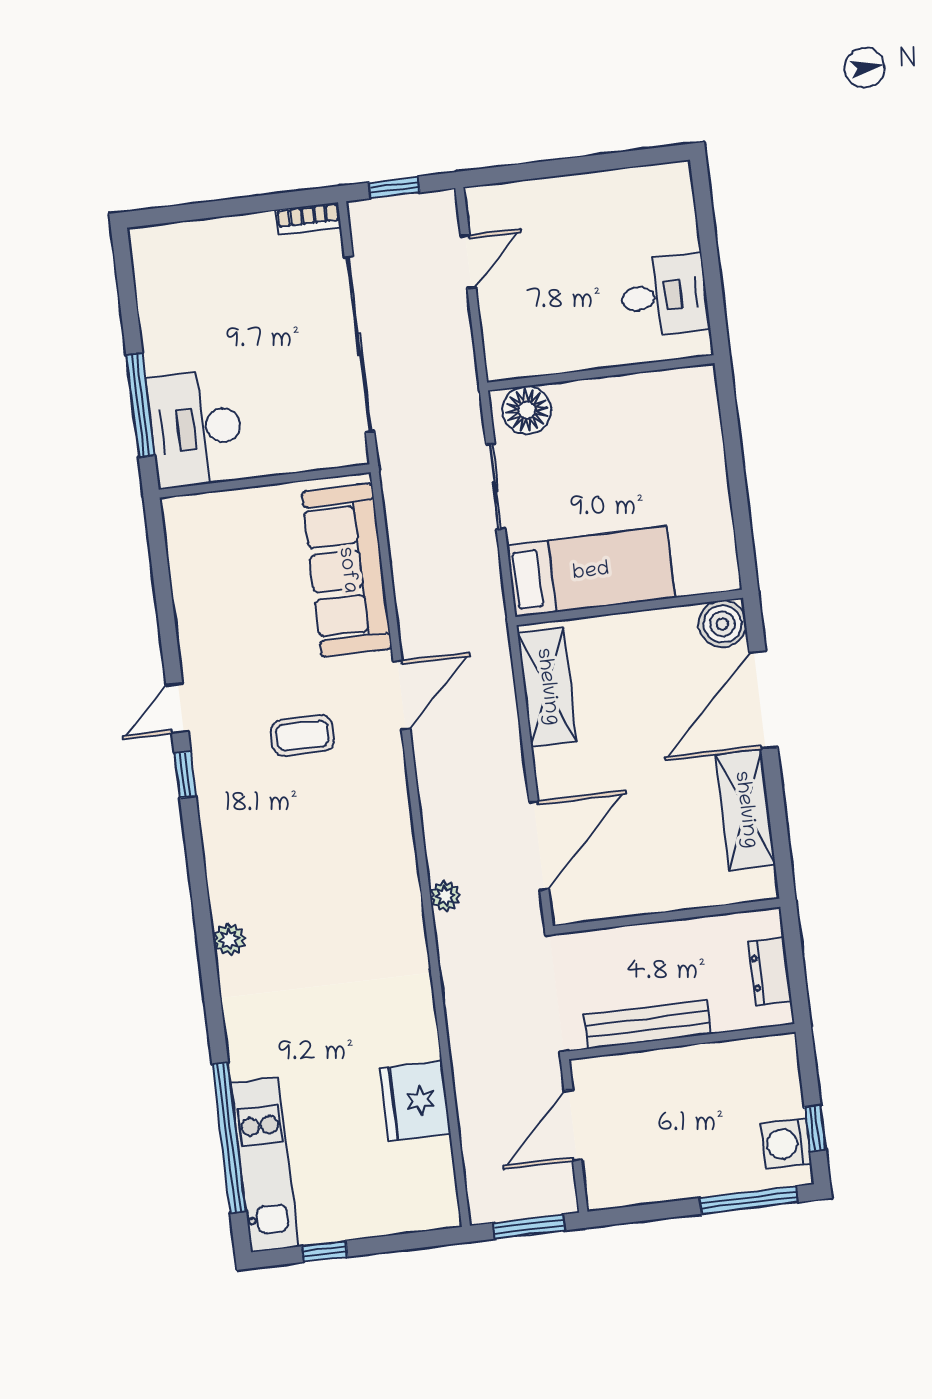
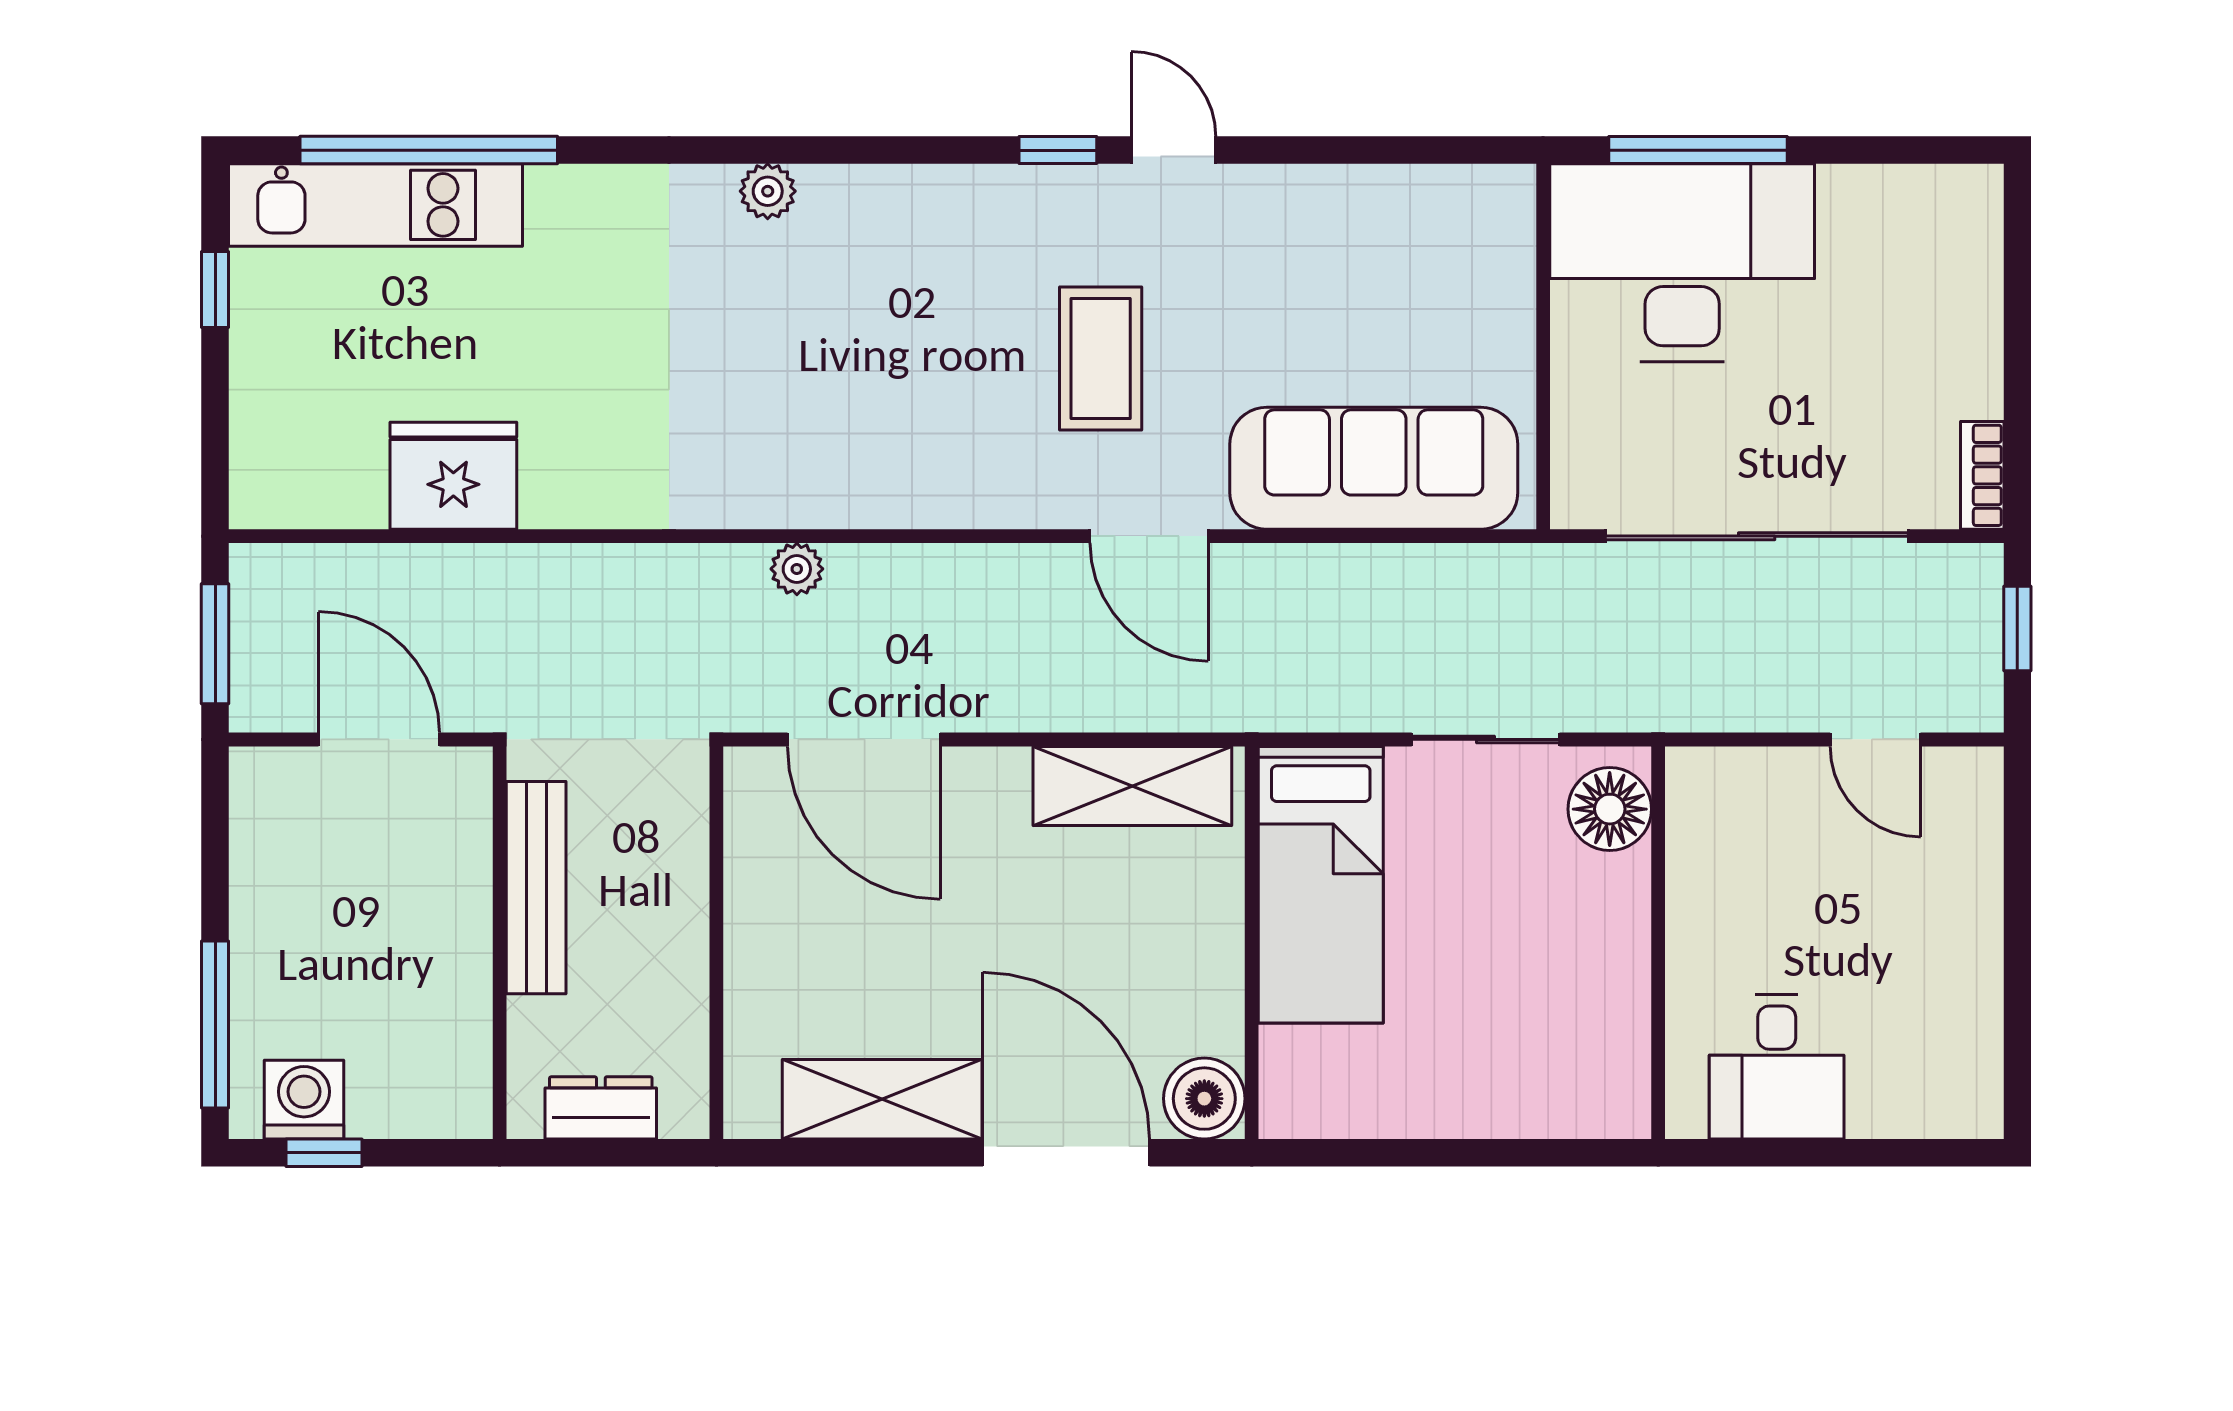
desk: (196, 428) -> (1682, 263), width x1.36, depth x1.30
coffee table: (303, 735) -> (1101, 359), width x1.36, depth x1.30

